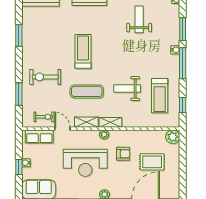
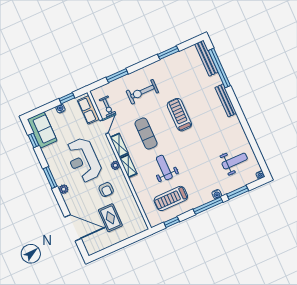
weight bench: (139, 19) -> (235, 161), moved
treadmill: (83, 51) -> (179, 115), turned -90
exercise bike: (45, 77) -> (142, 92), turned -90
plant: (173, 137) -> (140, 226), removed
window: (19, 167) -> (67, 98), moved

